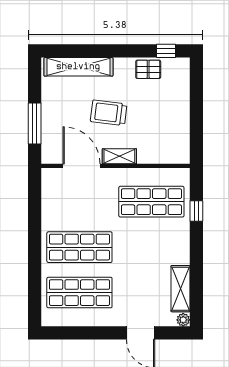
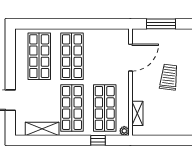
shelving: (119, 156) -> (137, 113), moved
shop shelf: (151, 247) -> (72, 108), added
plant: (183, 320) -> (124, 131), moved

